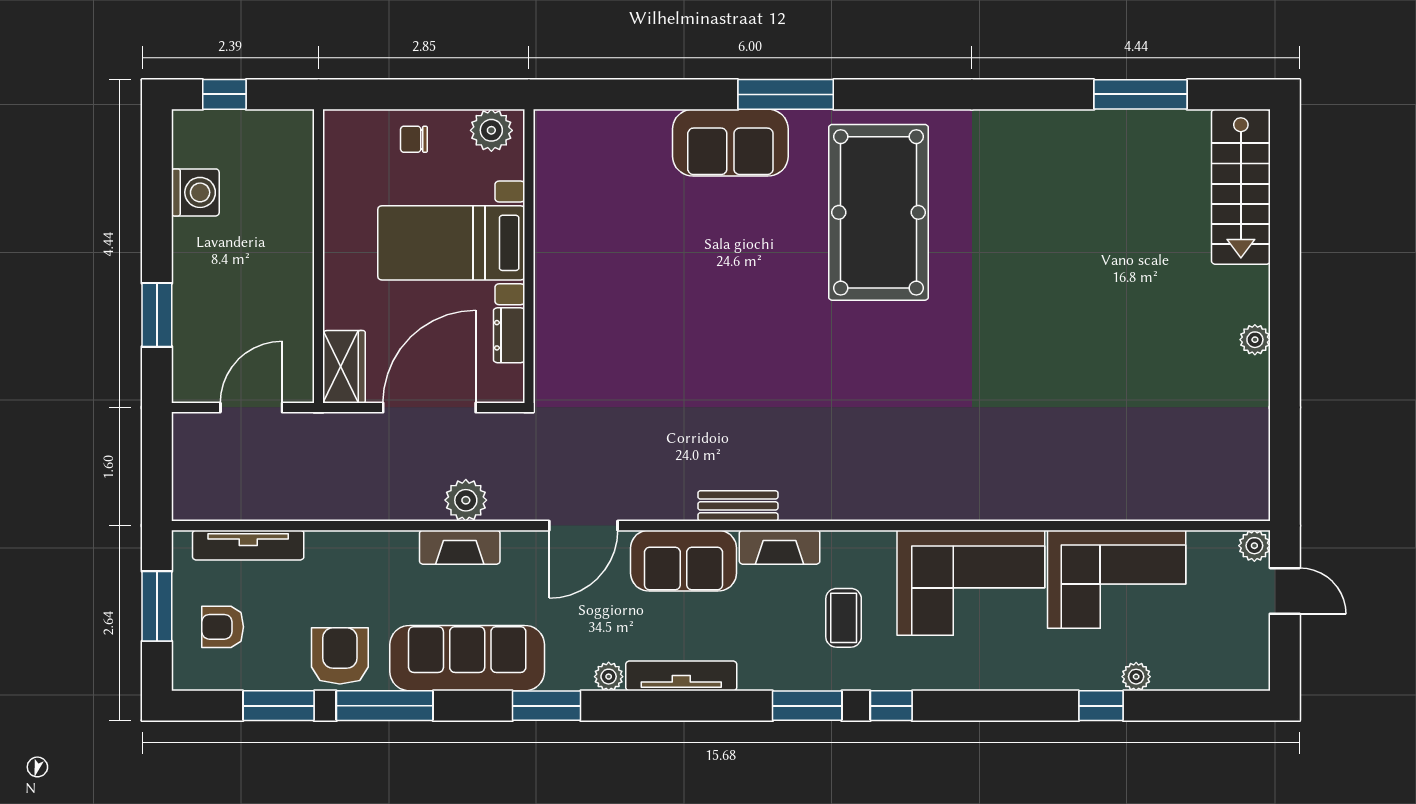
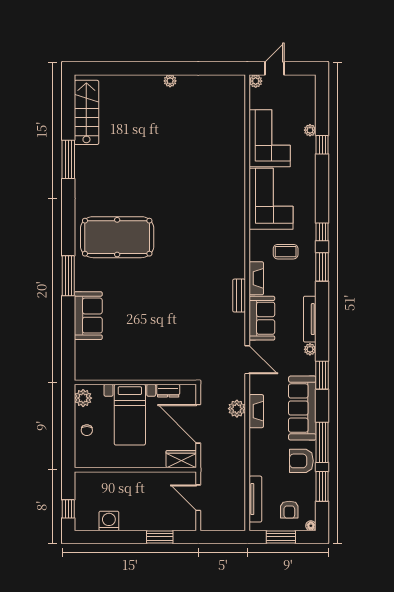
window: (1141, 94) -> (68, 159), moved
sofa: (730, 143) -> (88, 316), moved
stairs: (1241, 187) -> (86, 112), moved, turned -90
floor lamp: (184, 679) -> (311, 526), added

